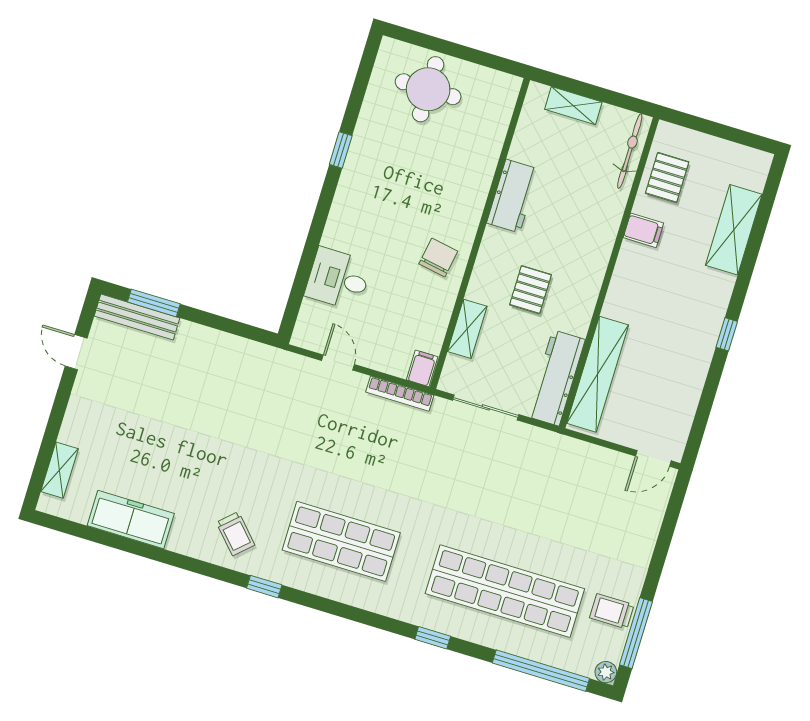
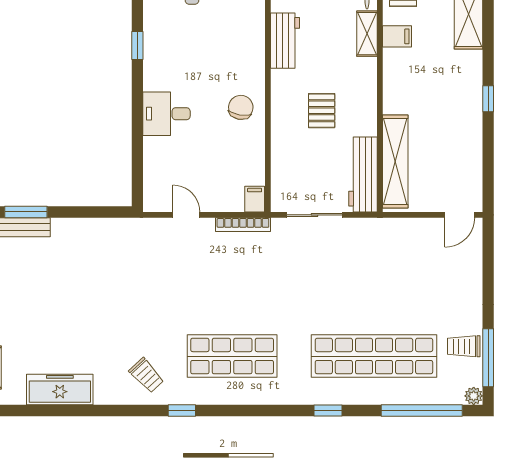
desk: (338, 279) -> (166, 114), moved
shelving: (467, 329) -> (367, 34), moved

